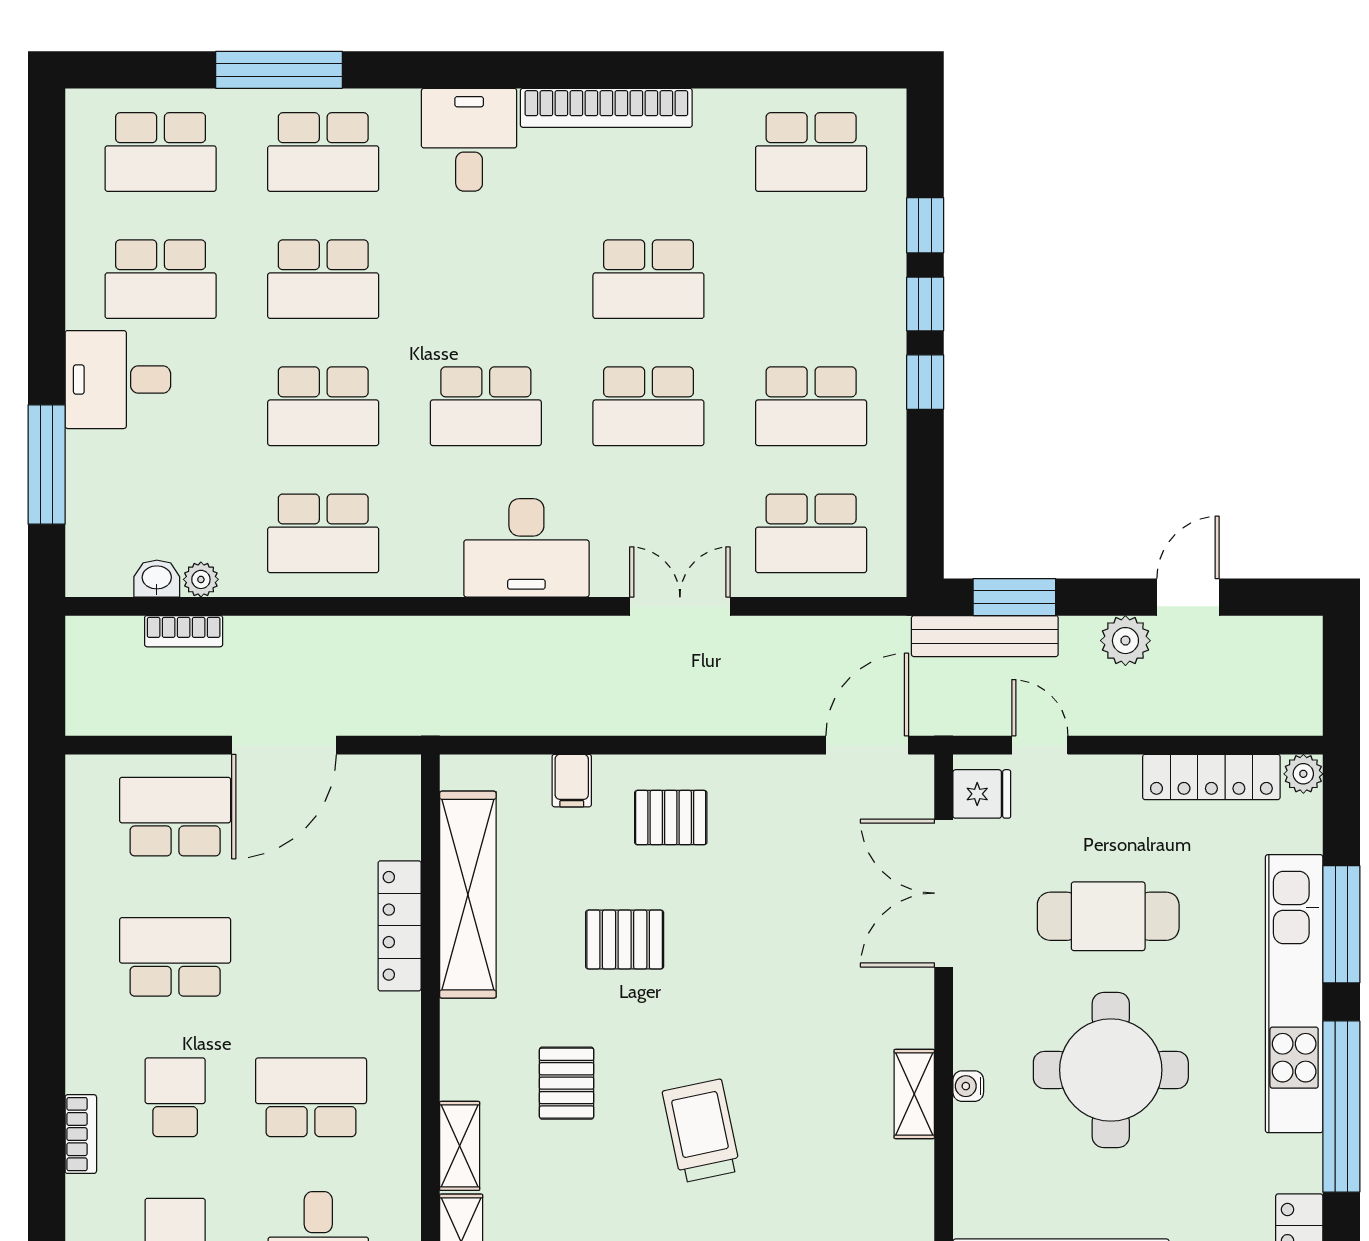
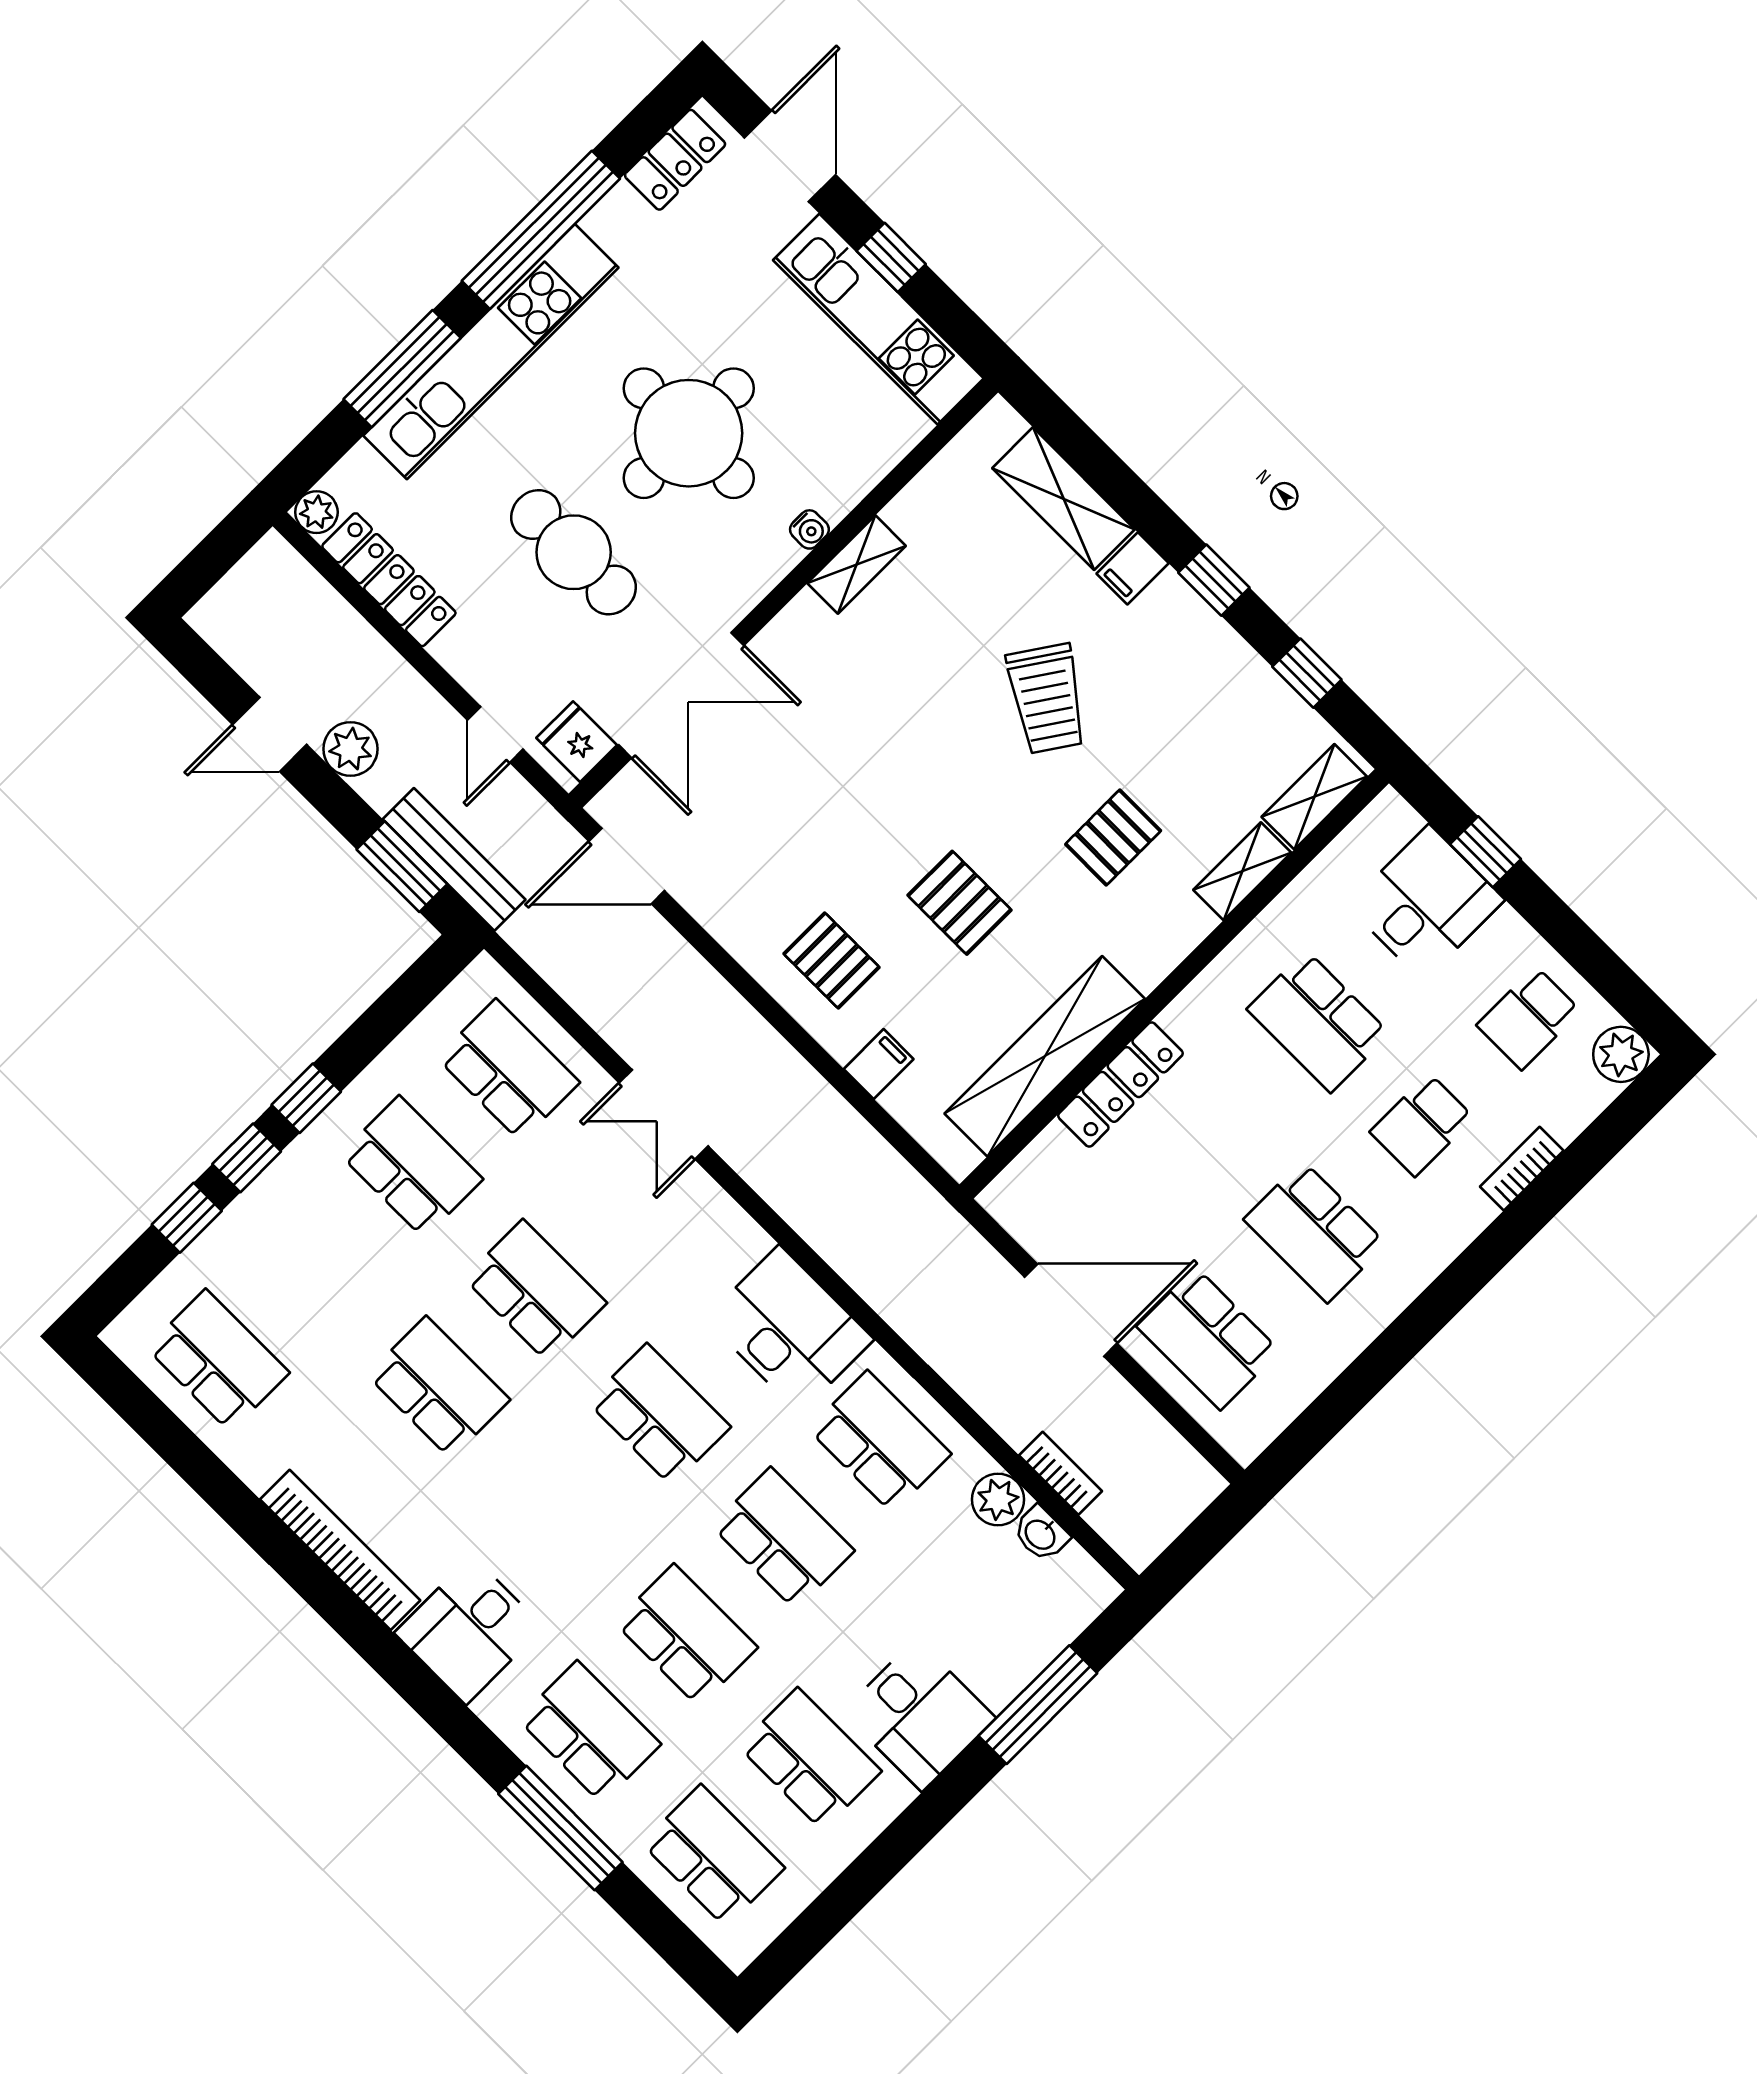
desk: (526, 548) -> (789, 1329), moved
plant: (201, 579) -> (998, 1499), width x1.38, depth x1.38
trolley: (701, 1131) -> (1047, 699), turned -44

